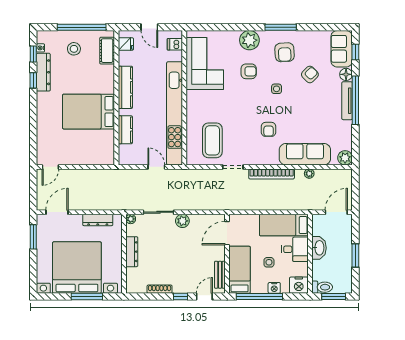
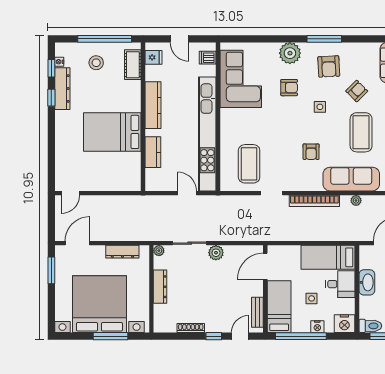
coffee table: (314, 112) -> (361, 132), added

